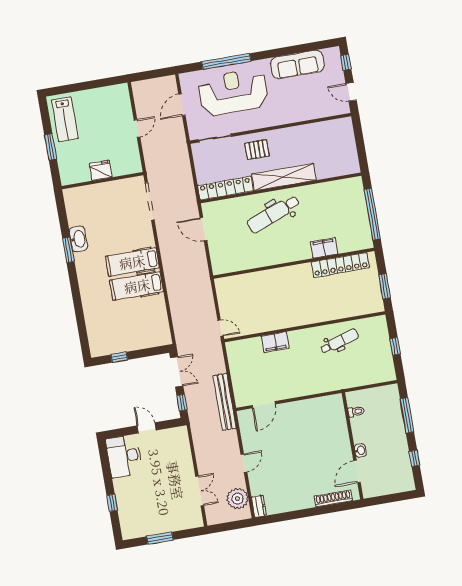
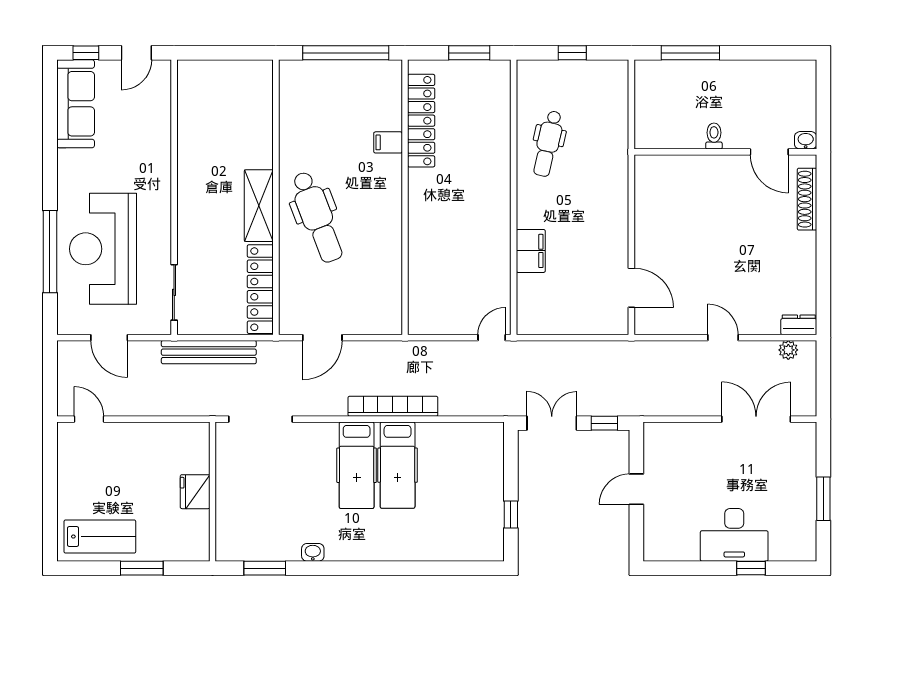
sofa: (297, 64) -> (76, 104), moved
door: (137, 128) -> (89, 419), moved
pallet: (257, 150) -> (205, 226), removed
shelving: (284, 177) -> (259, 206), width x0.68
washbasin: (78, 239) -> (313, 552), width x0.52, depth x0.69
filing cabinet: (324, 248) -> (388, 142), width x0.50
window: (68, 250) -> (265, 568), moved
bookcase: (170, 277) -> (393, 406), added
dental chair: (340, 341) -> (548, 144), turned -150
bench: (225, 402) -> (209, 352), moved
toilet: (356, 412) -> (714, 136), moved
washbasin: (360, 450) -> (806, 140), moved
desk: (124, 456) -> (734, 535), moved
window: (414, 458) -> (764, 53), removed
double door: (200, 491) -> (756, 419), width x1.37
plant: (237, 499) -> (788, 350), width x0.53, depth x0.53

